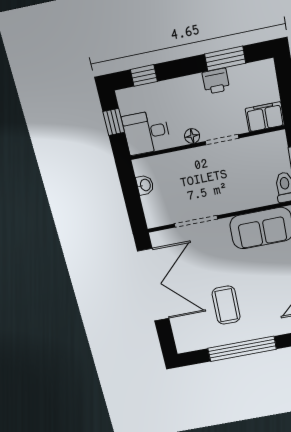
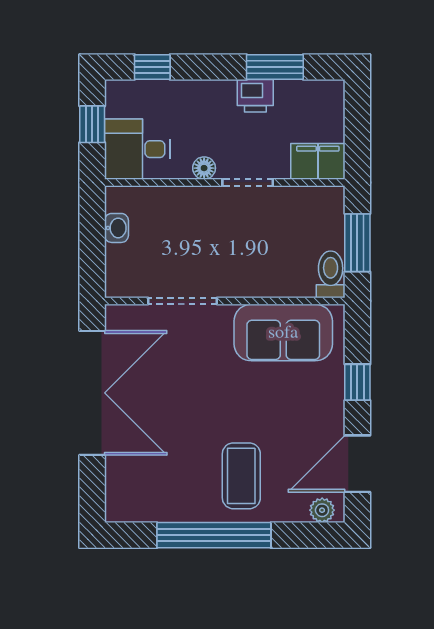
coffee table: (226, 305) -> (241, 476), moved

